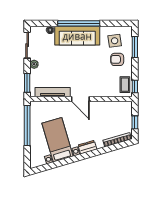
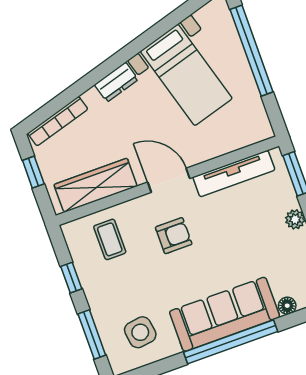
armchair: (117, 59) -> (174, 236), moved
coffee table: (125, 85) -> (110, 239), moved
window: (135, 87) -> (71, 278), moved
wardrobe: (111, 108) -> (96, 185), added
window: (27, 126) -> (252, 51), moved

